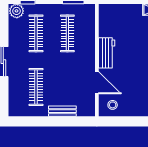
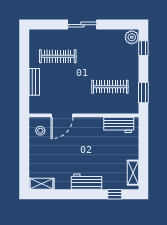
clothes rail: (36, 33) -> (110, 56), removed
workbench: (107, 53) -> (119, 125), moved

